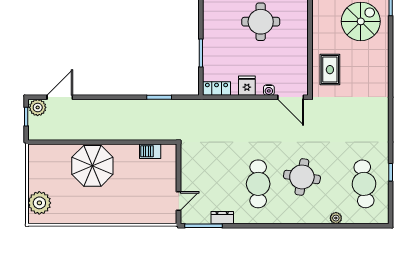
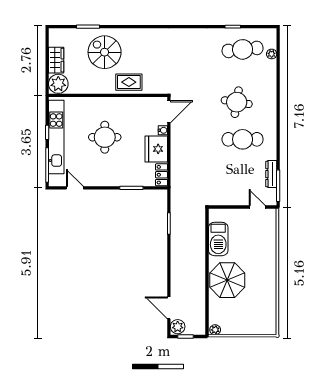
rug: (330, 70) -> (129, 82), moved
fridge: (247, 86) -> (156, 149), width x1.88, depth x1.34
barbecue: (150, 151) -> (218, 239), width x1.88, depth x1.53
plant: (39, 203) -> (215, 330), moved, width x0.53, depth x0.53
dresser: (222, 218) -> (271, 174), width x1.44
plant: (336, 218) -> (272, 54), moved

